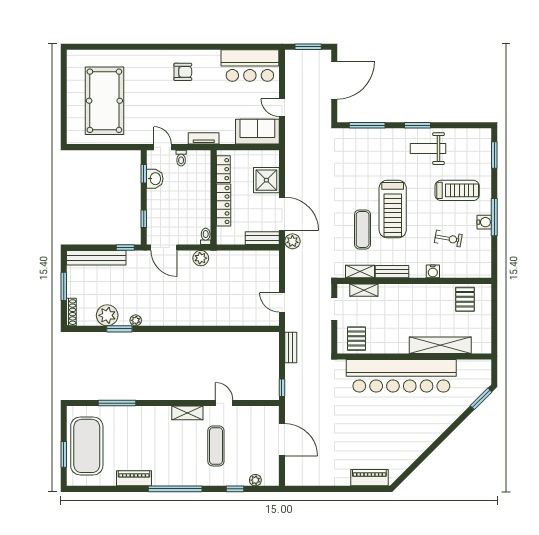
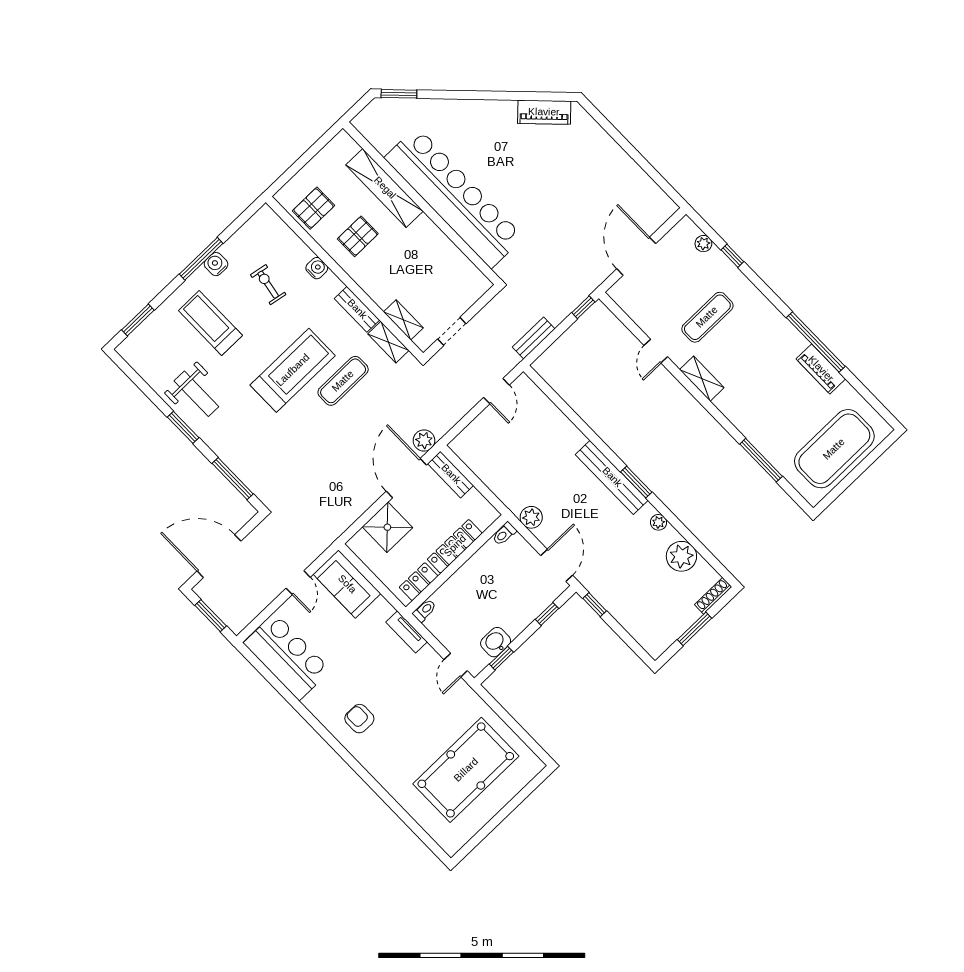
toilet: (181, 158) -> (424, 611), moved
bench: (96, 258) -> (612, 477), moved
window: (119, 329) -> (636, 482), moved
pallet: (356, 339) -> (358, 236), moved
window: (64, 454) -> (866, 464), removed
piano: (369, 478) -> (544, 112), moved, turned -45
window: (175, 489) -> (816, 342), moved

